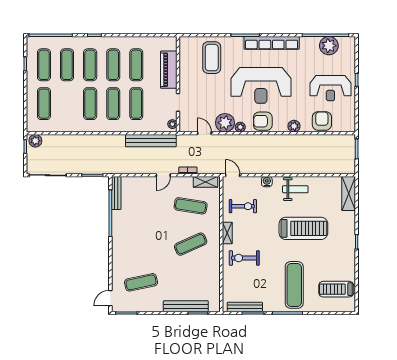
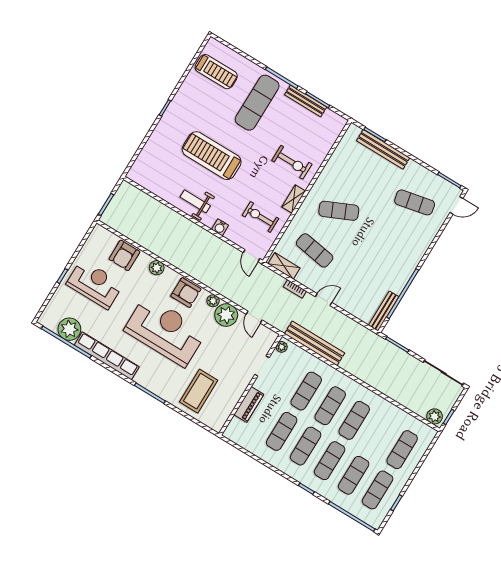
row of seats: (272, 43) -> (107, 356), moved
piano: (169, 70) -> (249, 404), width x0.73, depth x0.75
shelving: (349, 193) -> (143, 163), removed
bench: (245, 307) -> (306, 101), moved

